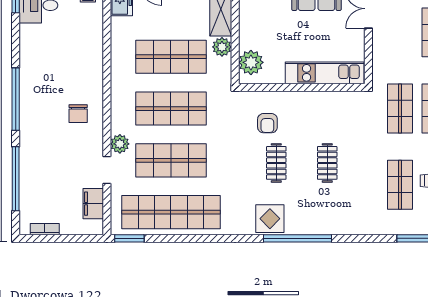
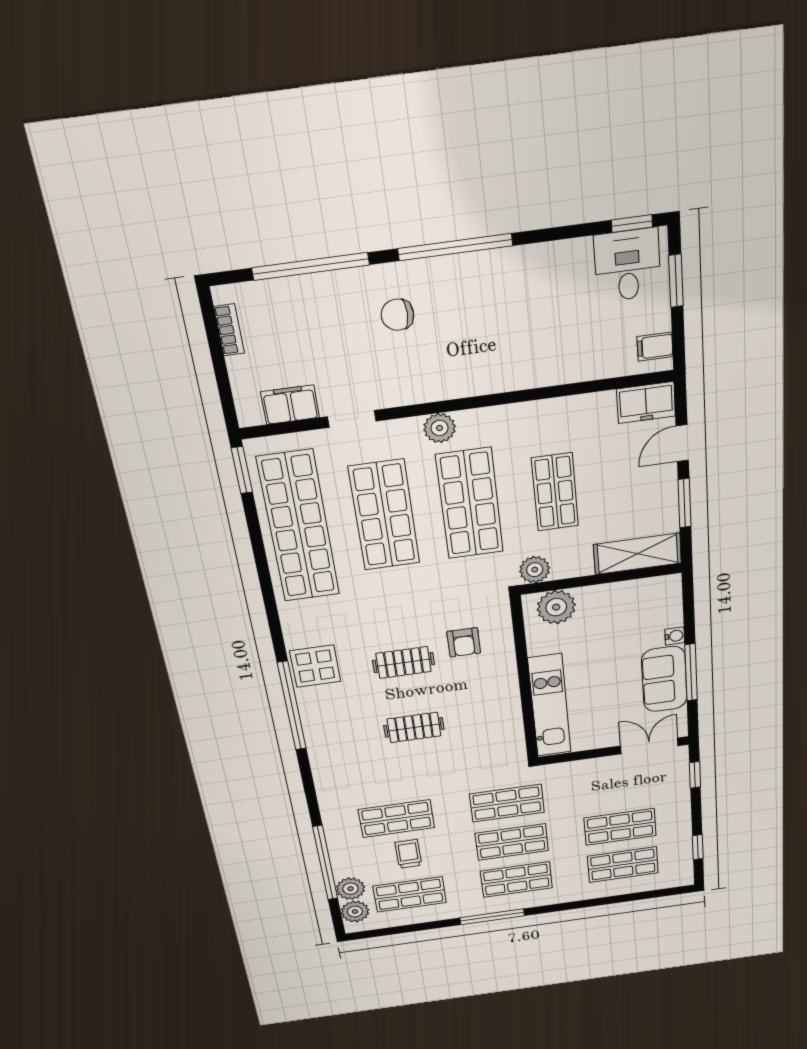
plant: (222, 47) -> (535, 570), moved
shop shelf: (171, 57) -> (555, 492), width x0.70, depth x0.74
chair: (78, 114) -> (397, 315), moved
armchair: (267, 123) -> (464, 642), turned -90
plant: (120, 144) -> (440, 428), moved

